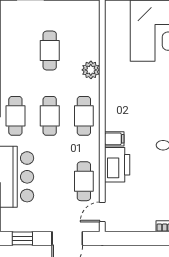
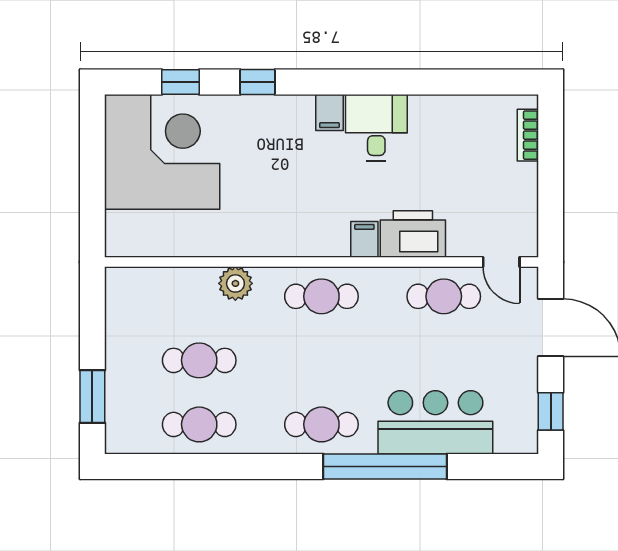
cafe table: (50, 116) -> (199, 424), moved

